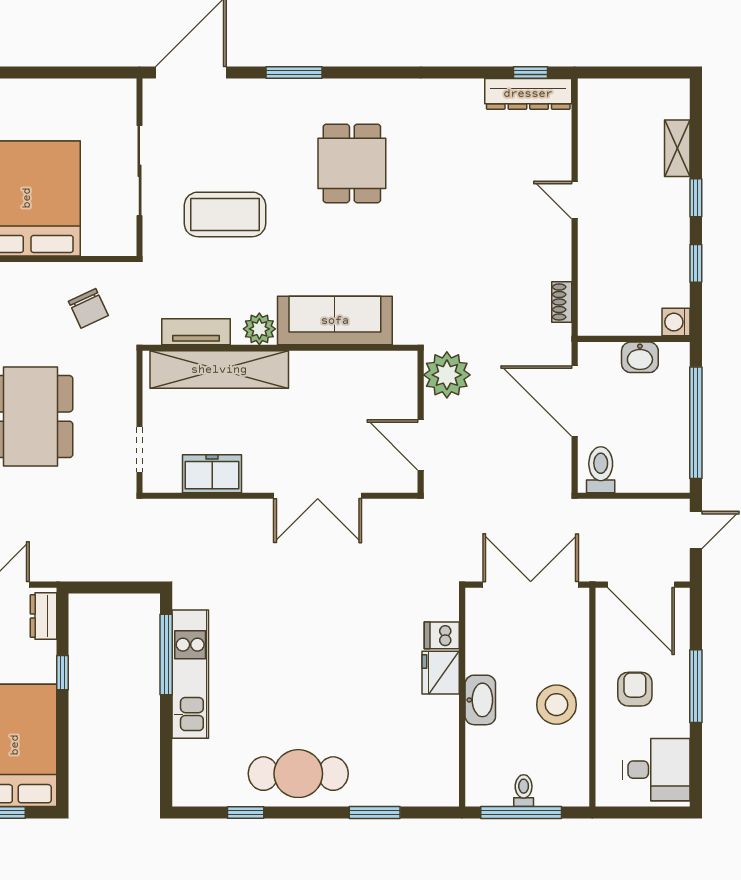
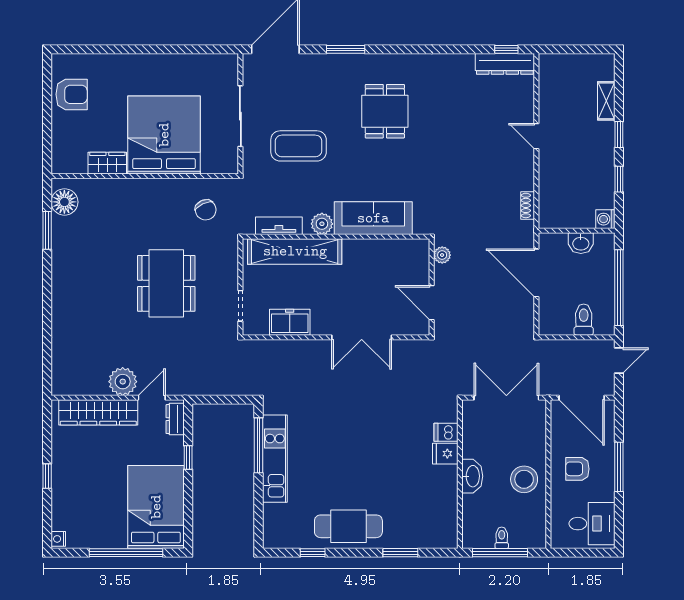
plant: (447, 375) -> (442, 255), width x0.53, depth x0.53
toilet: (601, 470) -> (584, 320), moved
fridge: (441, 673) -> (445, 454), width x0.72
armchair: (635, 689) -> (577, 469), turned -90

